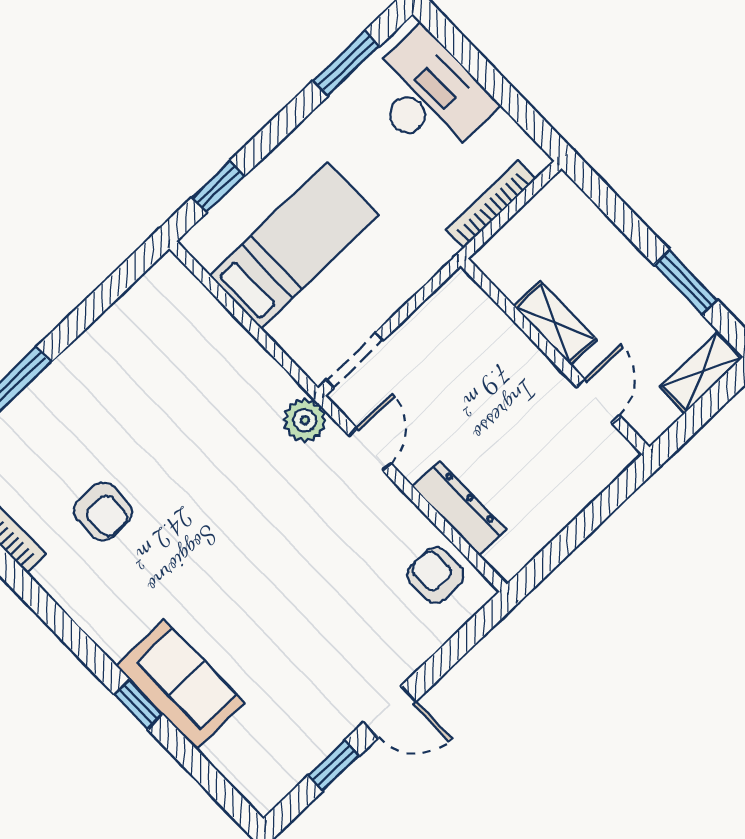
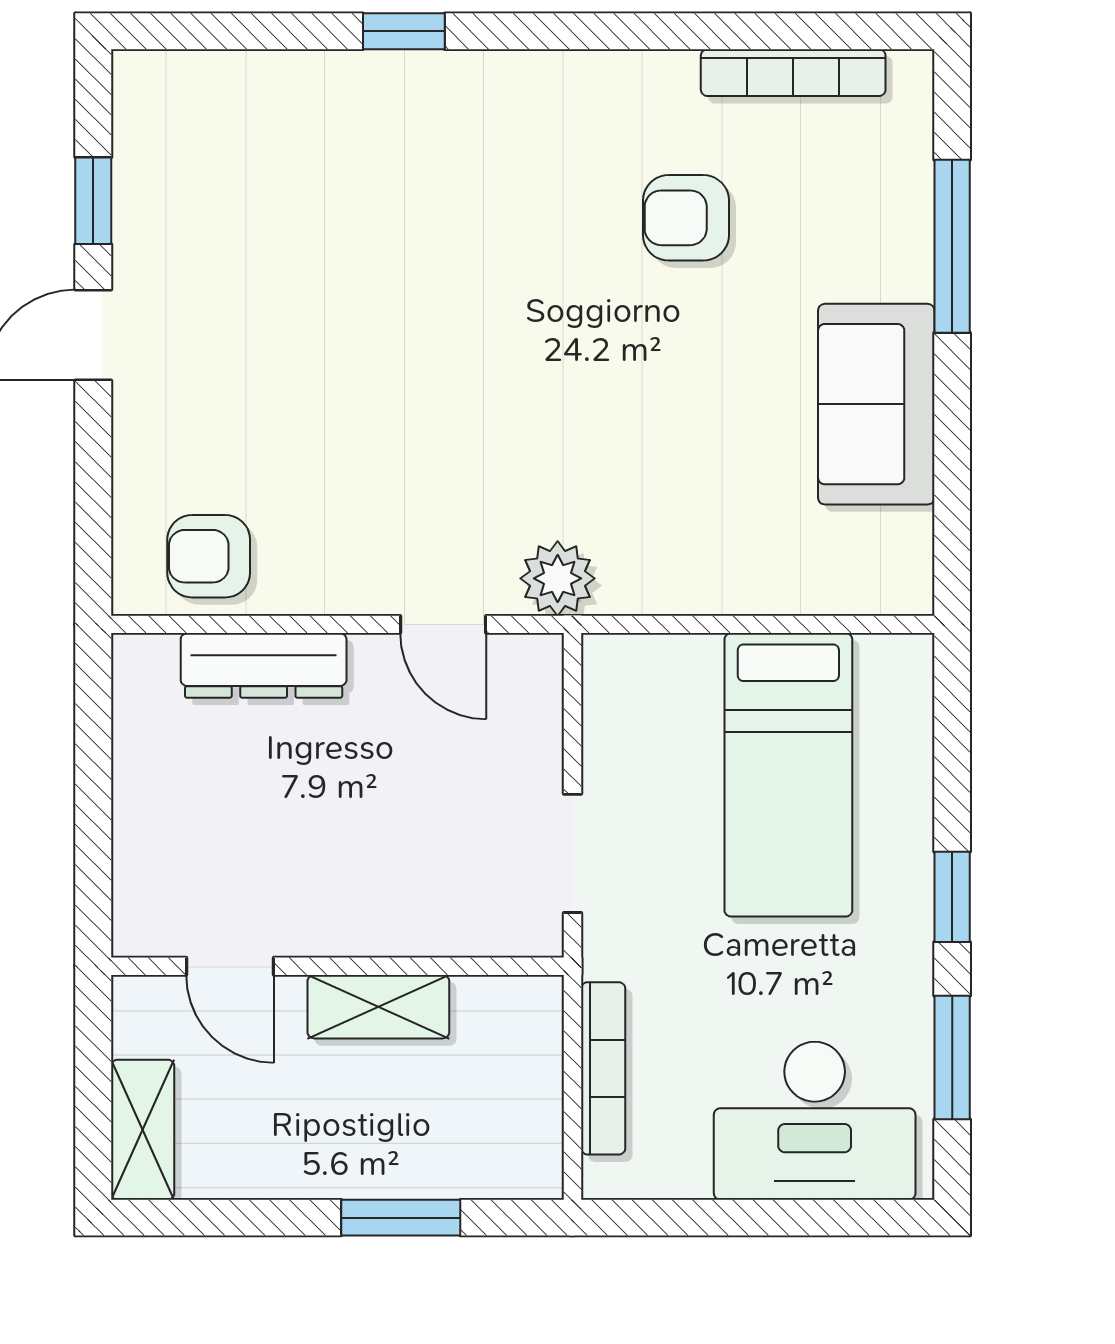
window: (218, 187) -> (952, 897), moved
window: (686, 282) -> (401, 1218), moved
doorway: (355, 360) -> (573, 853), moved
armchair: (436, 575) -> (209, 556), turned 180
sofa: (180, 684) -> (876, 404), moved, turned 90

